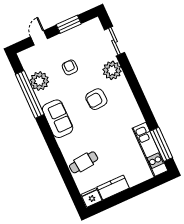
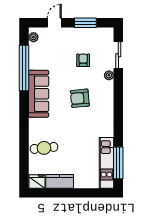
armchair: (70, 67) -> (83, 60), moved
plant: (112, 70) -> (109, 75), width x0.53, depth x0.53
plant: (39, 81) -> (33, 37), moved, width x0.53, depth x0.53
sofa: (58, 119) -> (39, 94), width x1.36

